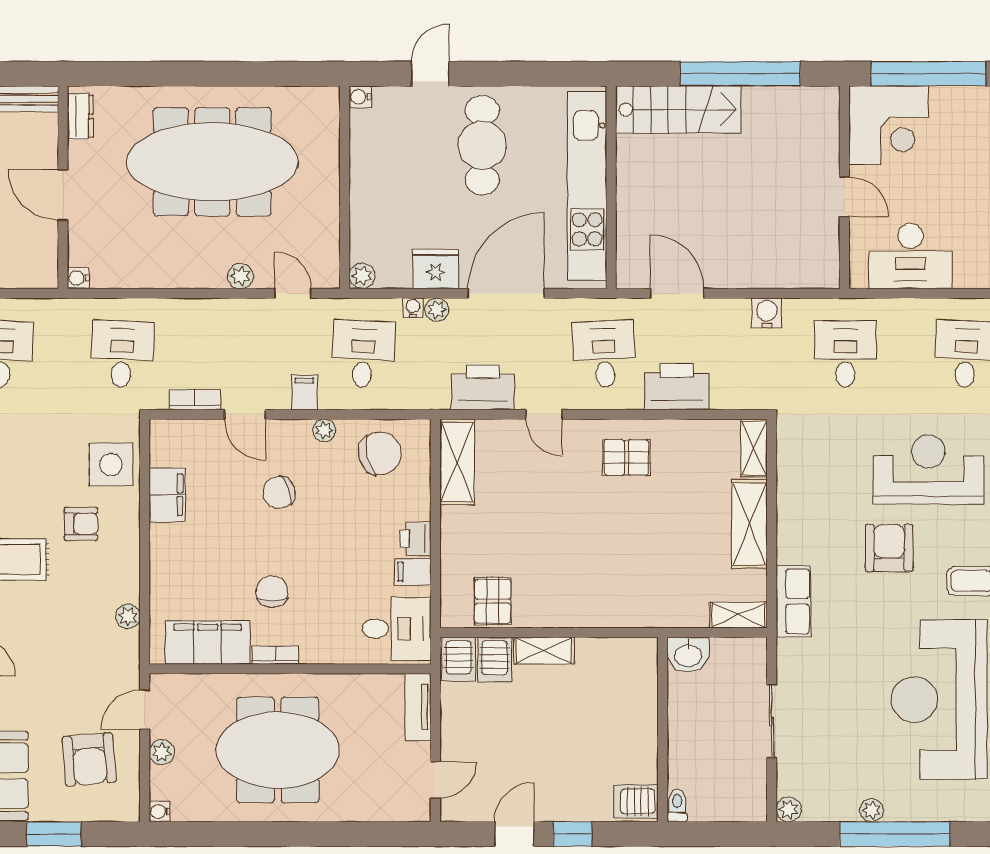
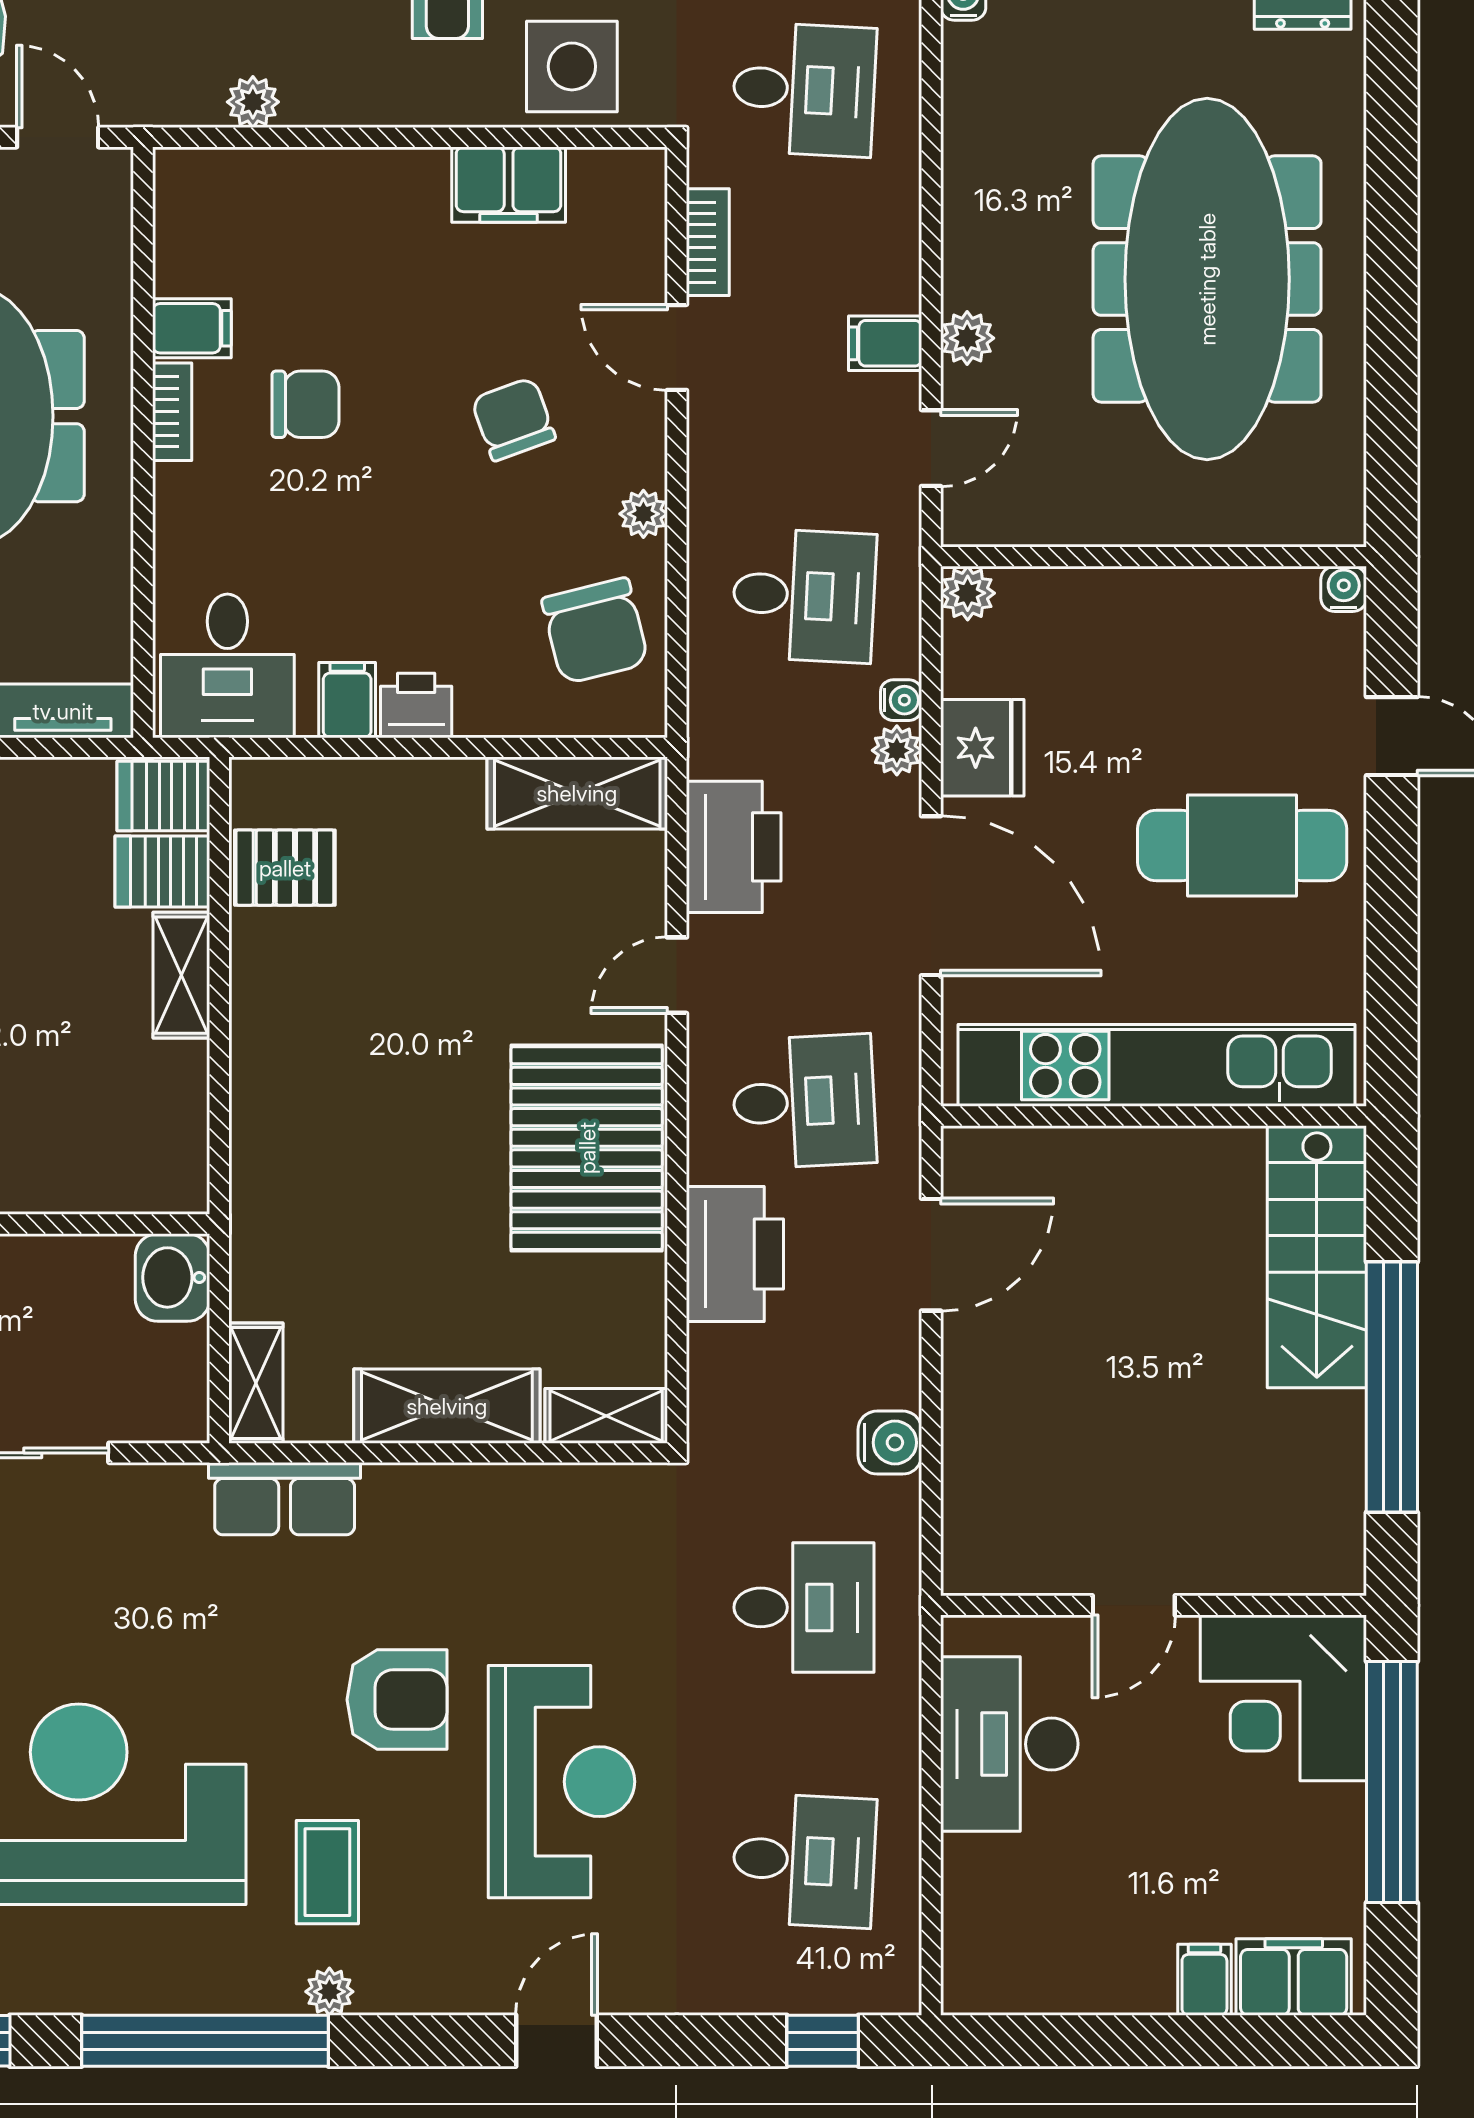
filing cabinet: (304, 393) -> (885, 343), moved, turned 180
door: (245, 414) -> (677, 347), hinge flipped
pallet: (626, 457) -> (587, 1148), width x2.05, depth x2.00
filing cabinet: (208, 642) -> (192, 328), width x0.33, depth x0.86

